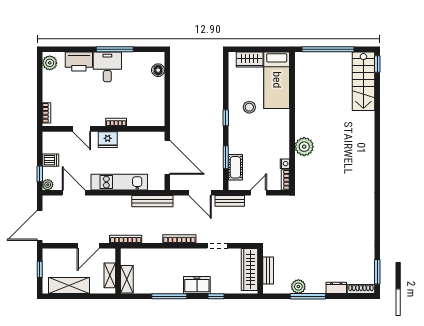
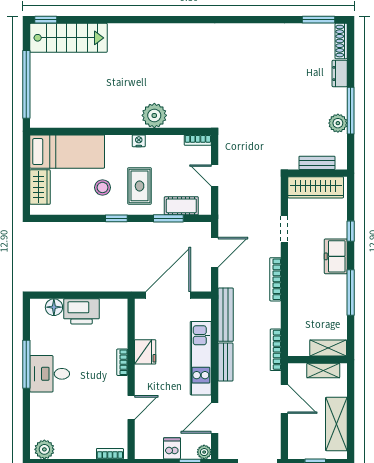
printer: (79, 61) -> (81, 311), moved, turned 90
rug: (250, 135) -> (140, 186), added
fridge: (108, 140) -> (145, 352), moved
nightstand: (285, 164) -> (139, 141), moved
bench: (230, 201) -> (225, 362), moved

